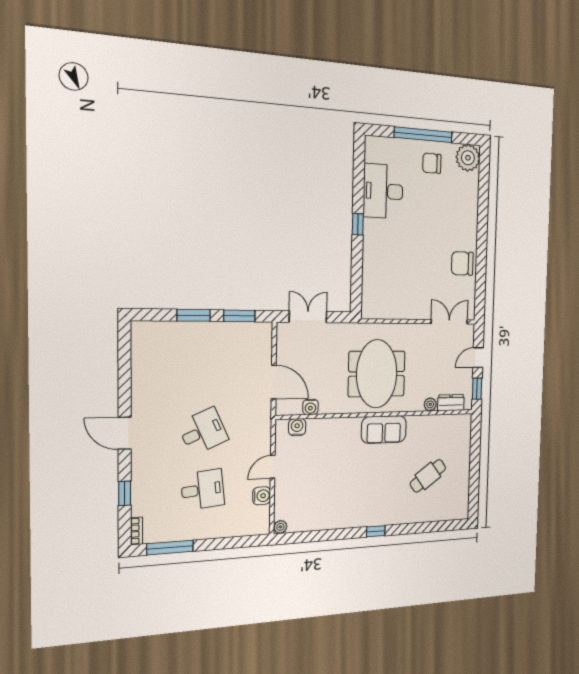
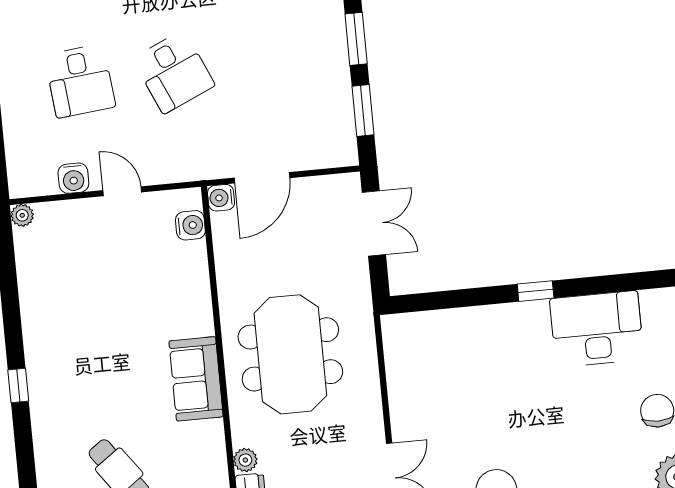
meeting table: (377, 374) -> (290, 354), turned 90
water cooler: (310, 407) -> (221, 198), moved

